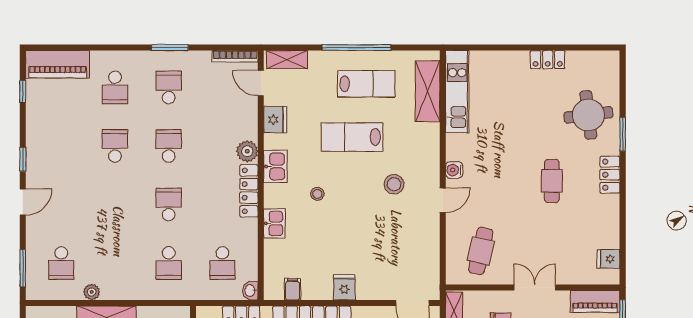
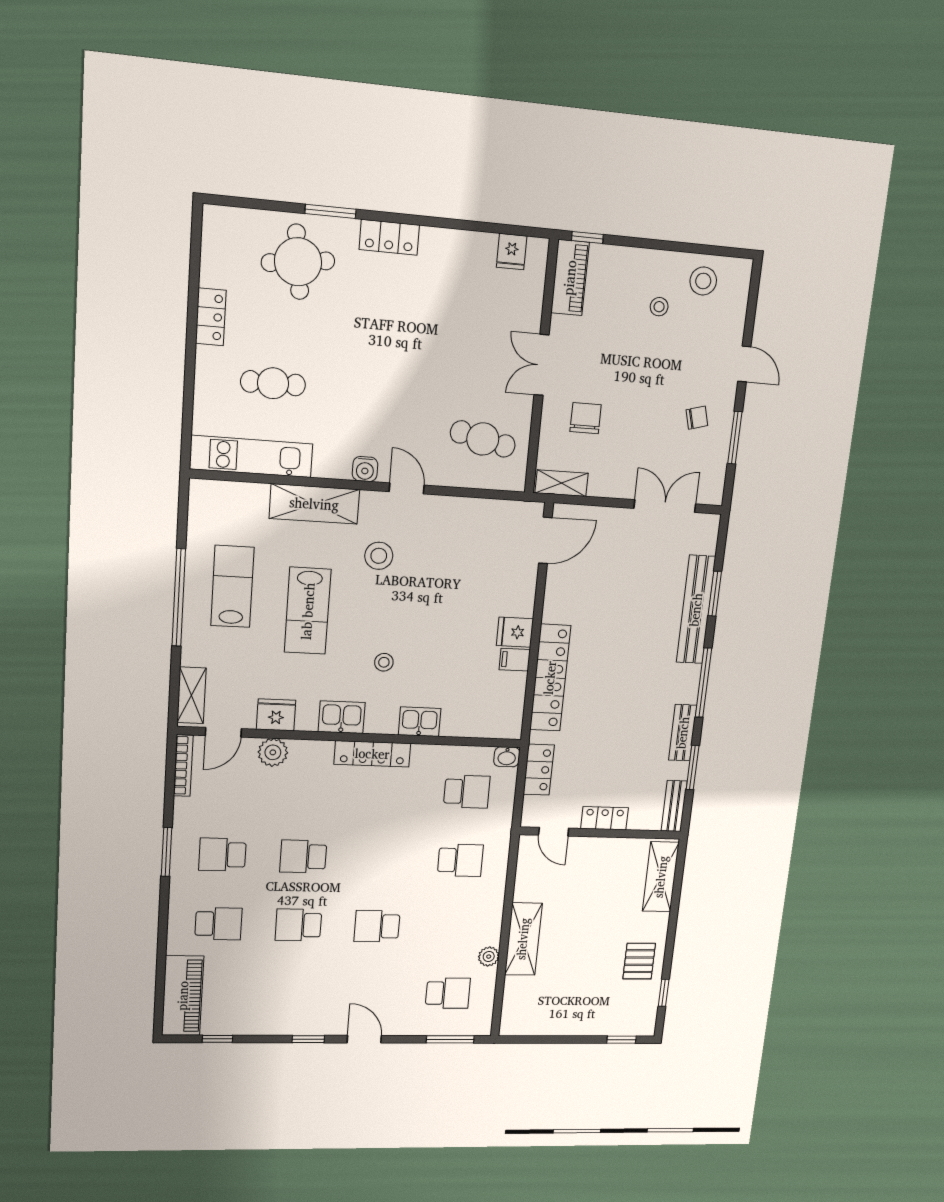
shelving: (428, 91) -> (314, 504), moved
plant: (247, 151) -> (273, 752), moved
cafe table: (552, 181) -> (273, 383), moved
school desk: (169, 205) -> (377, 926), moved
filing cabinet: (293, 289) -> (515, 660), moved

